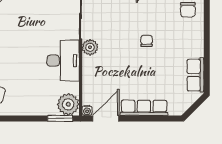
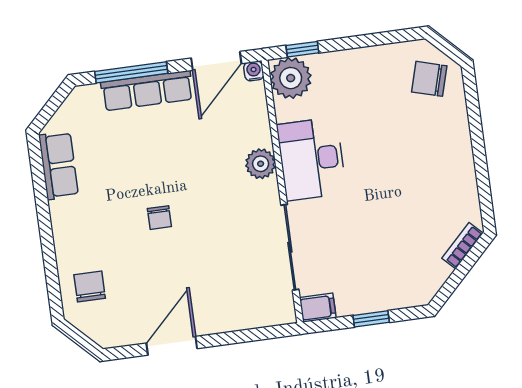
plant: (90, 47) -> (261, 164), moved
window: (60, 118) -> (302, 49), width x0.67
window: (151, 118) -> (131, 72), added

